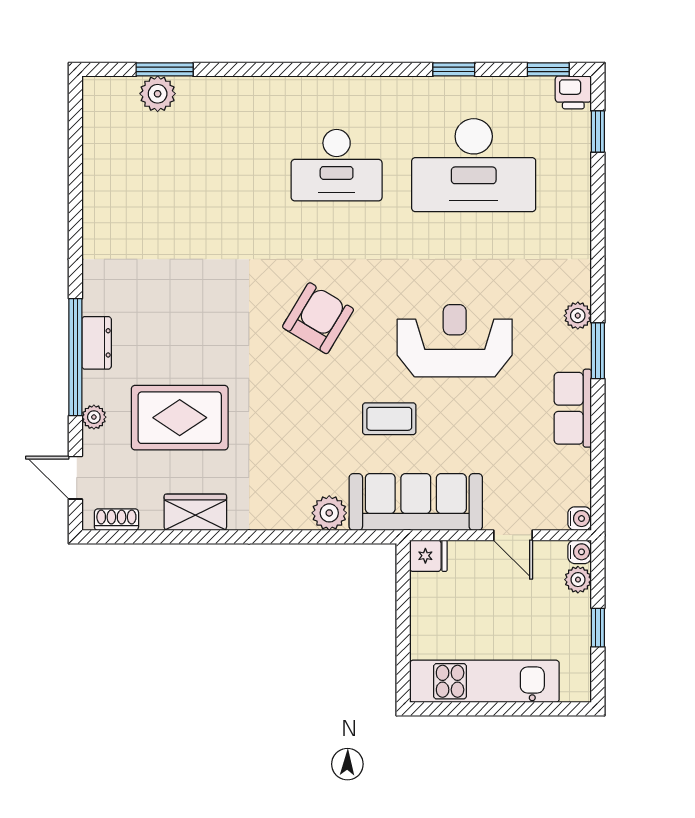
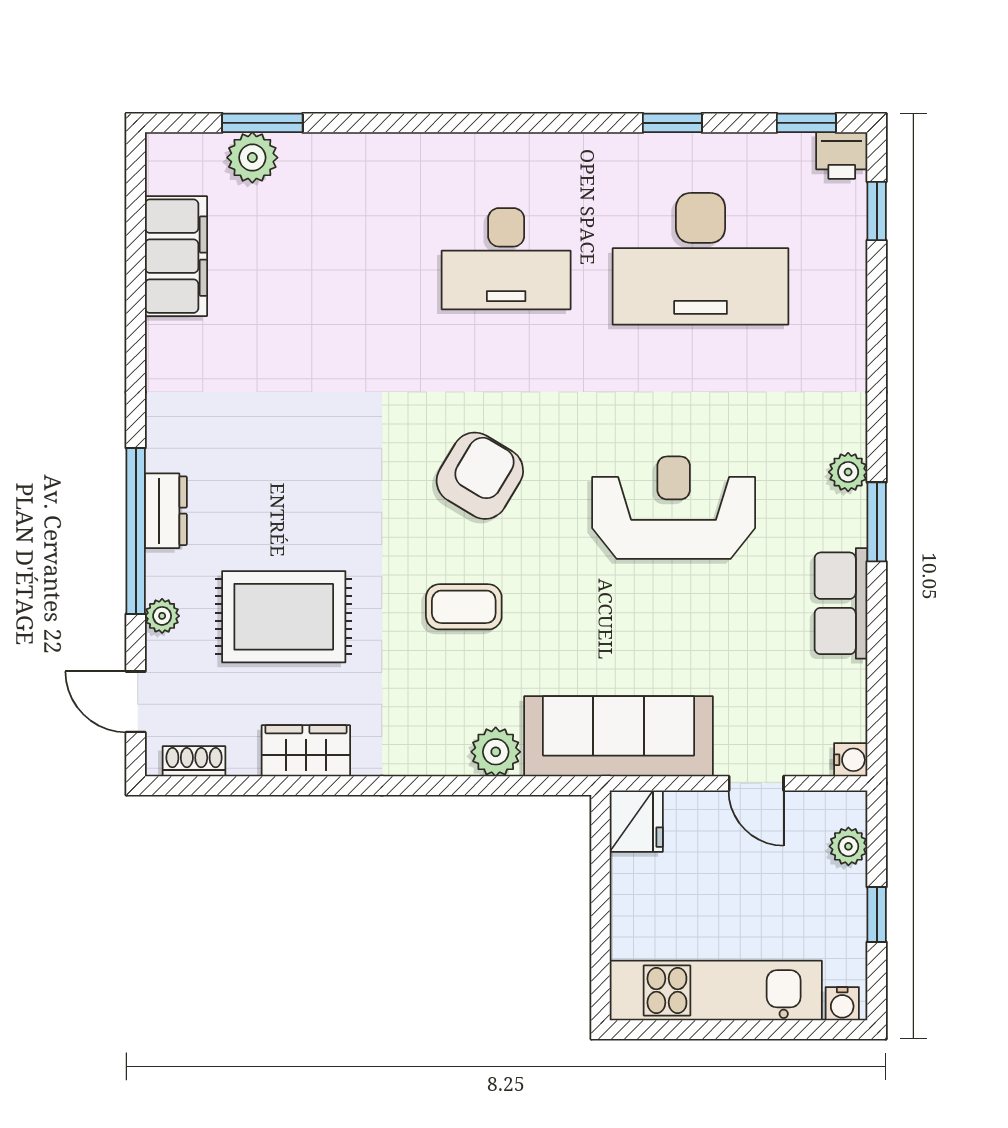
filing cabinet: (104, 163) -> (176, 256), added
coffee table: (389, 419) -> (464, 607), moved
water cooler: (580, 552) -> (842, 1004), moved, turned 90
fridge: (428, 556) -> (636, 821), width x1.38

